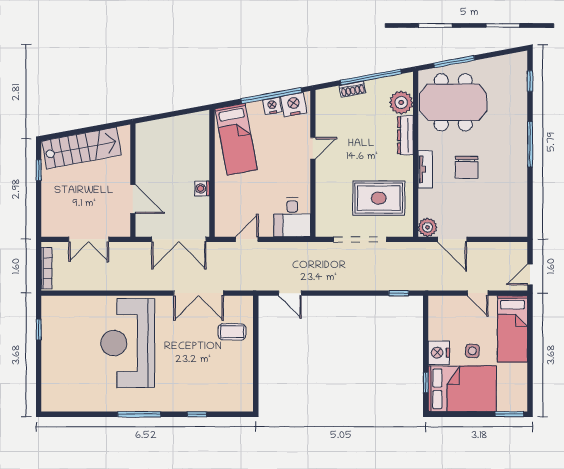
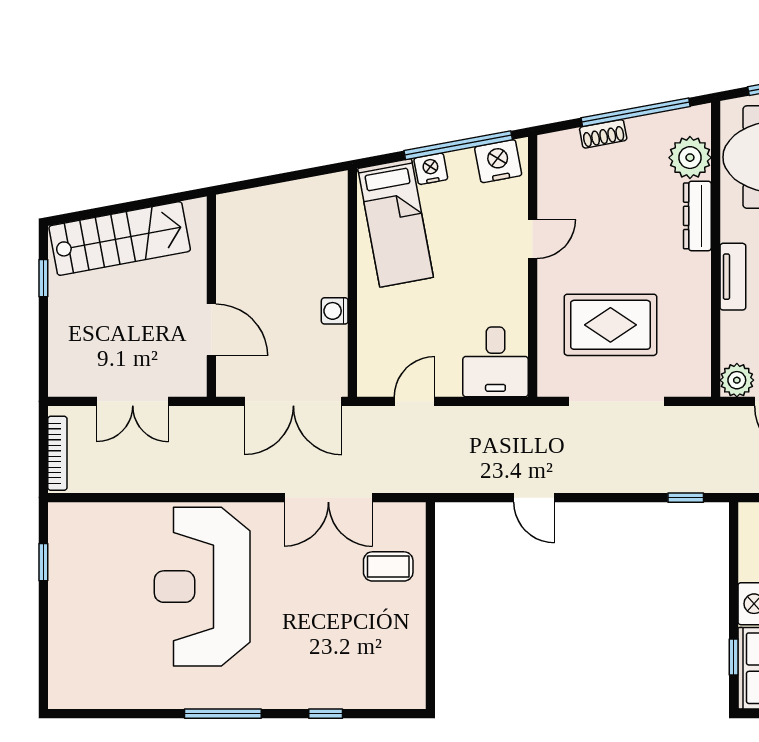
nightstand: (272, 106) -> (431, 169), moved
rug: (379, 198) -> (610, 325), moved
door: (290, 293) -> (534, 498), moved

